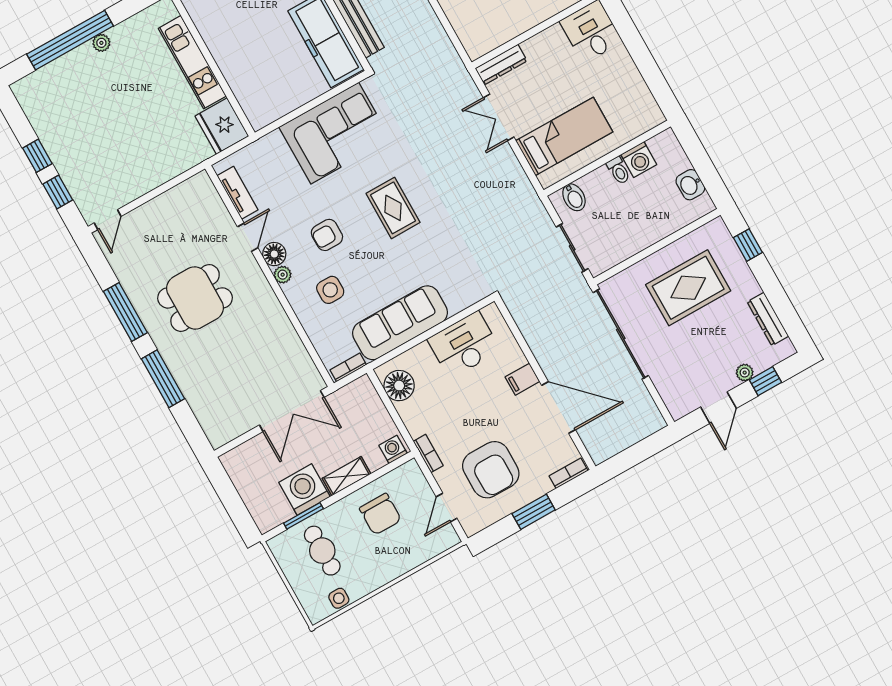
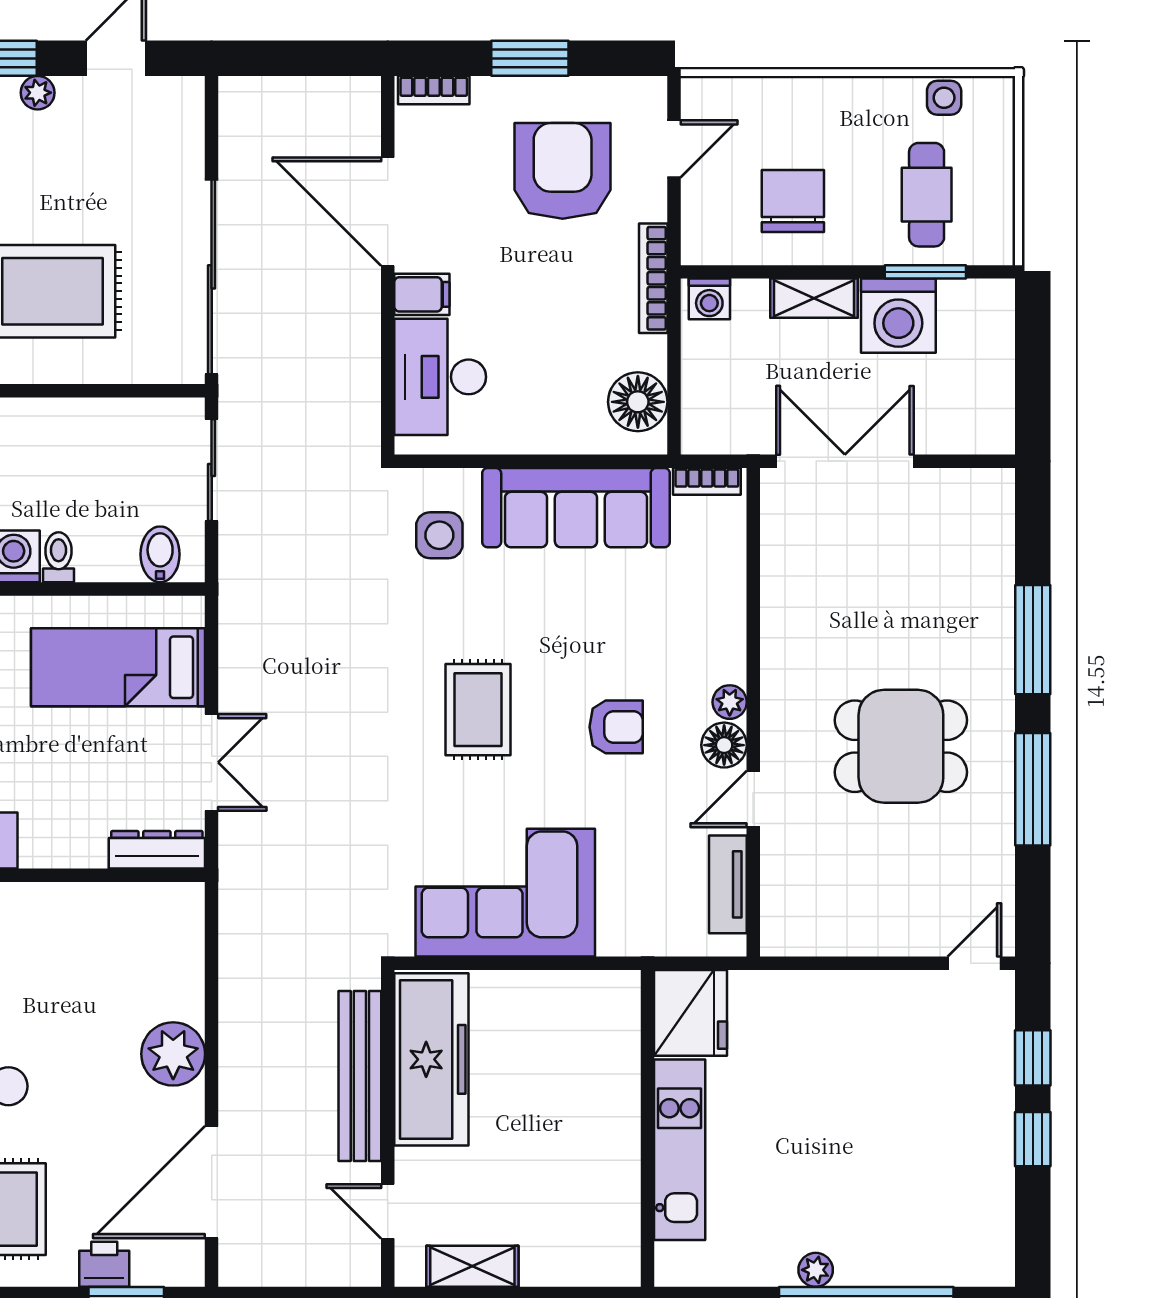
side table: (330, 290) -> (439, 535), moved
desk: (464, 345) -> (440, 377), moved, turned 90
bookcase: (428, 453) -> (653, 278), width x1.56

